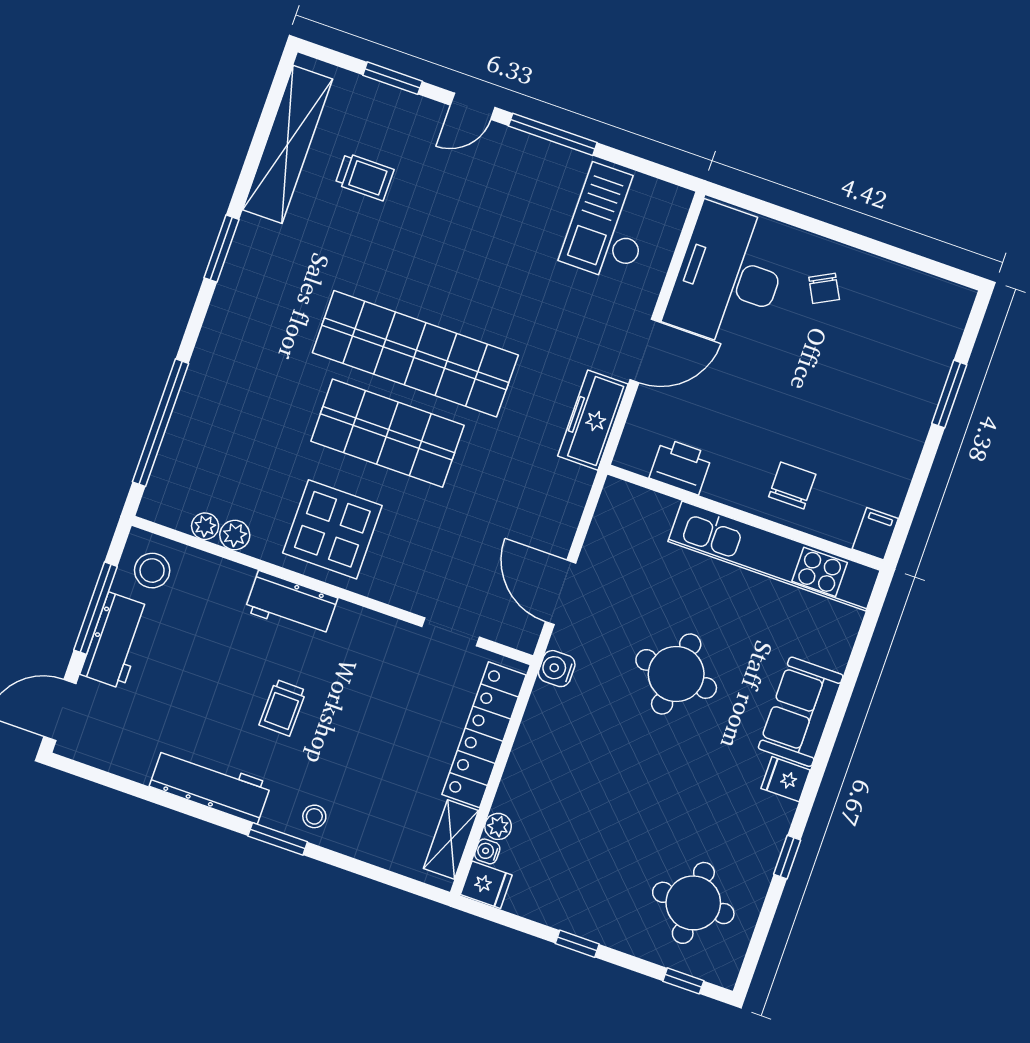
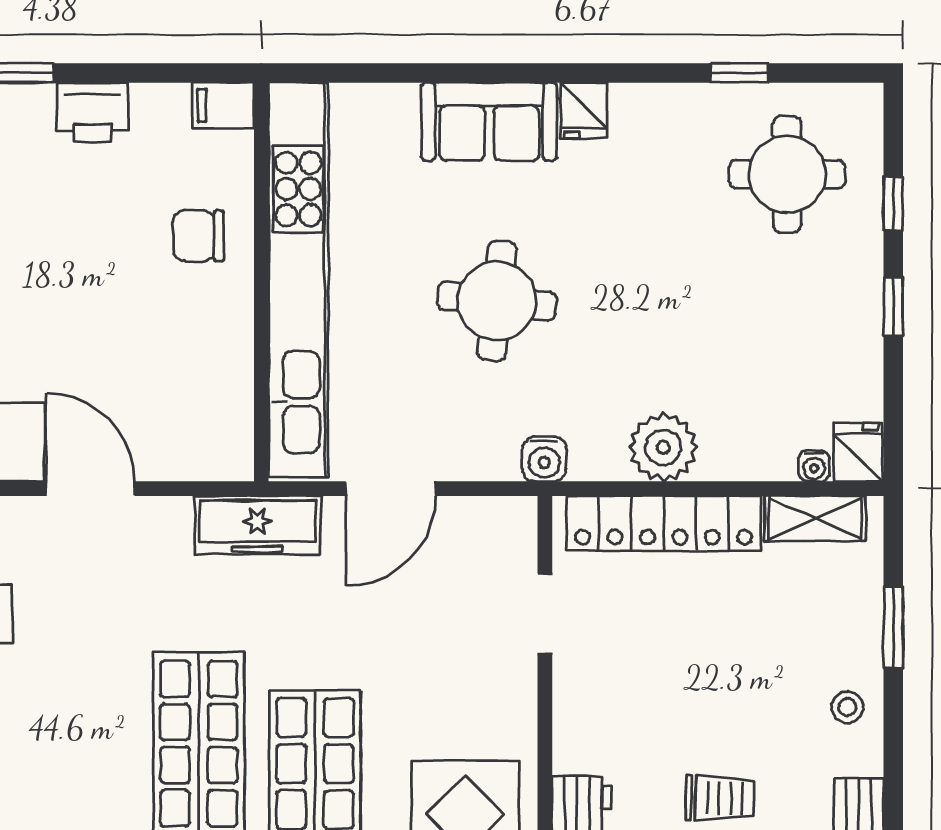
freezer: (593, 420) -> (257, 525), moved
printer: (681, 466) -> (92, 112), moved, turned -90
kitchen unit: (774, 556) -> (298, 280), width x1.36
door: (561, 592) -> (391, 489), moved
plant: (498, 826) -> (663, 447), moved, width x1.87, depth x1.87
window: (278, 839) -> (893, 628), moved
window: (787, 857) -> (739, 73), moved
window: (683, 981) -> (893, 203), moved

